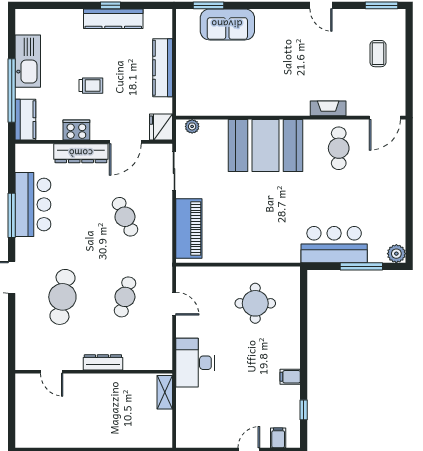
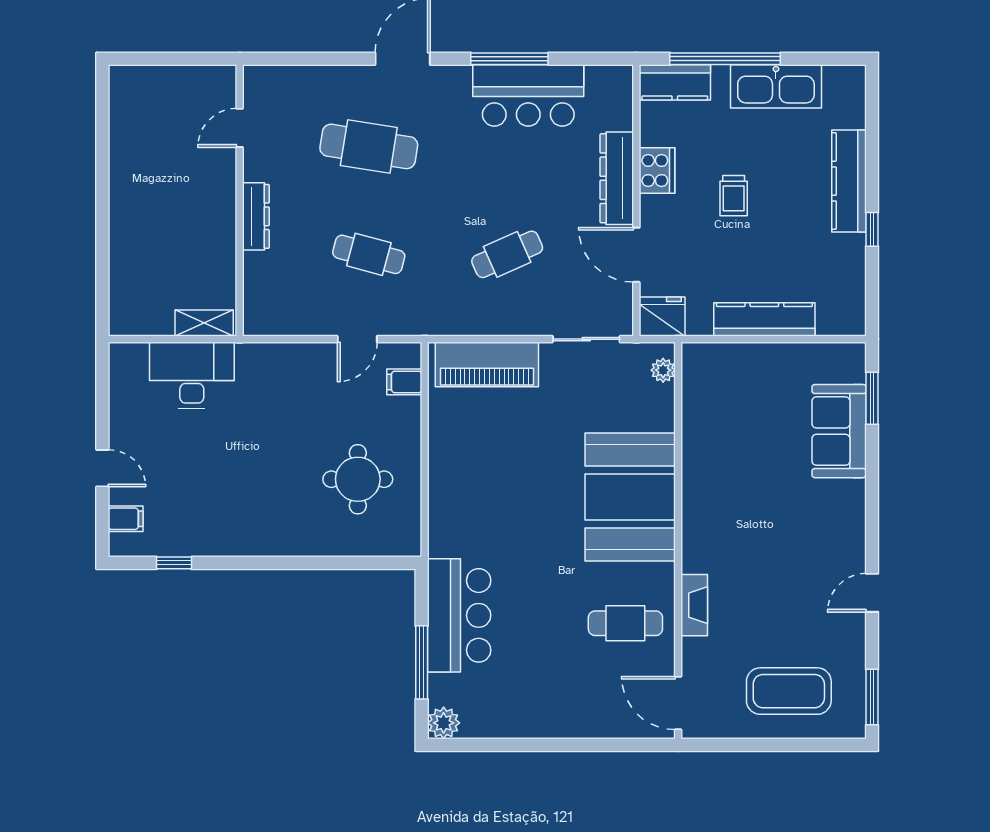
kitchen counter: (113, 19) -> (849, 181), moved
coffee table: (378, 54) -> (789, 691), width x1.86, depth x1.72
desk: (195, 363) -> (192, 375), moved
filing cabinet: (290, 377) -> (404, 382), moved, turned -90

